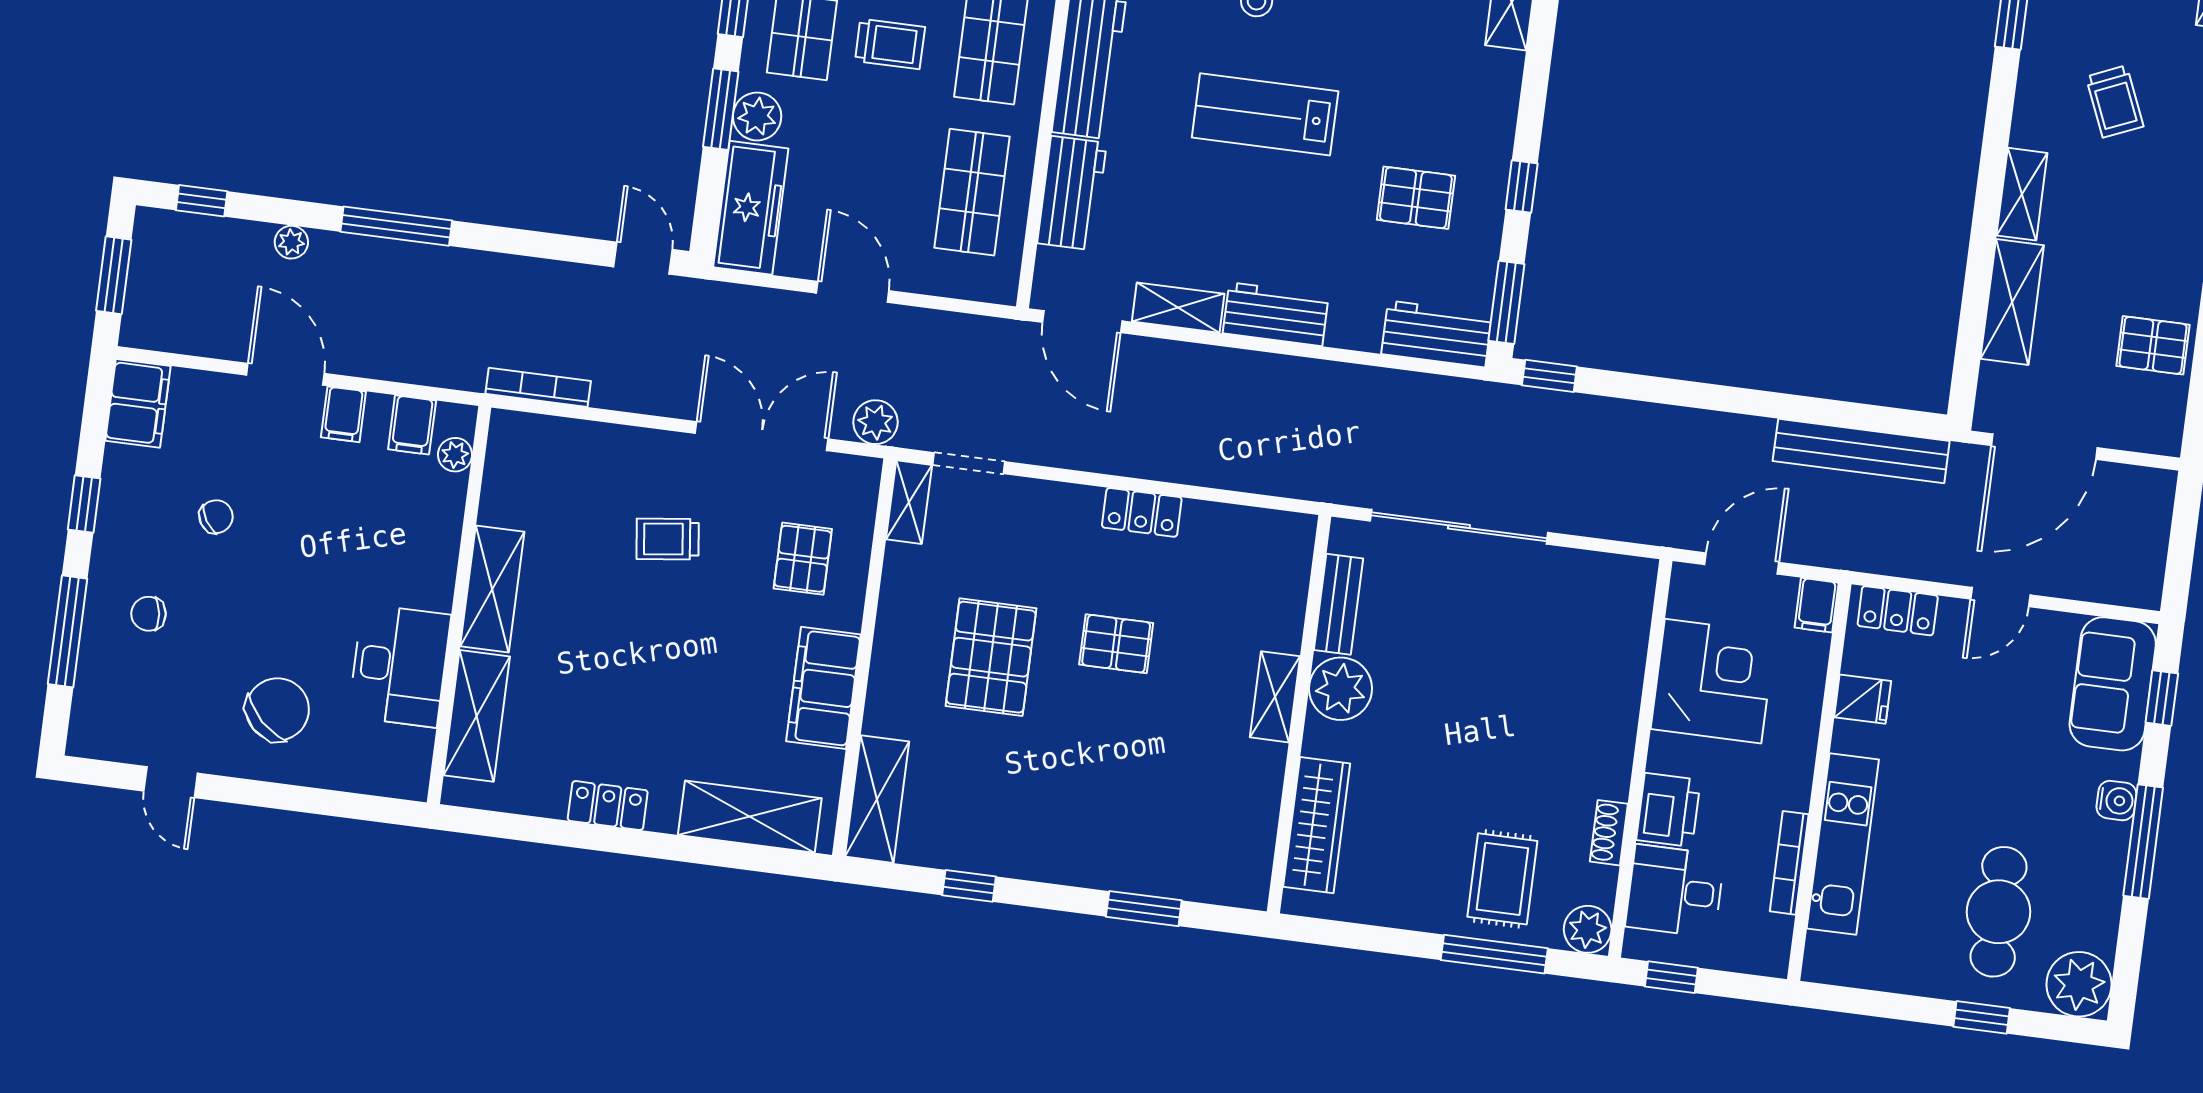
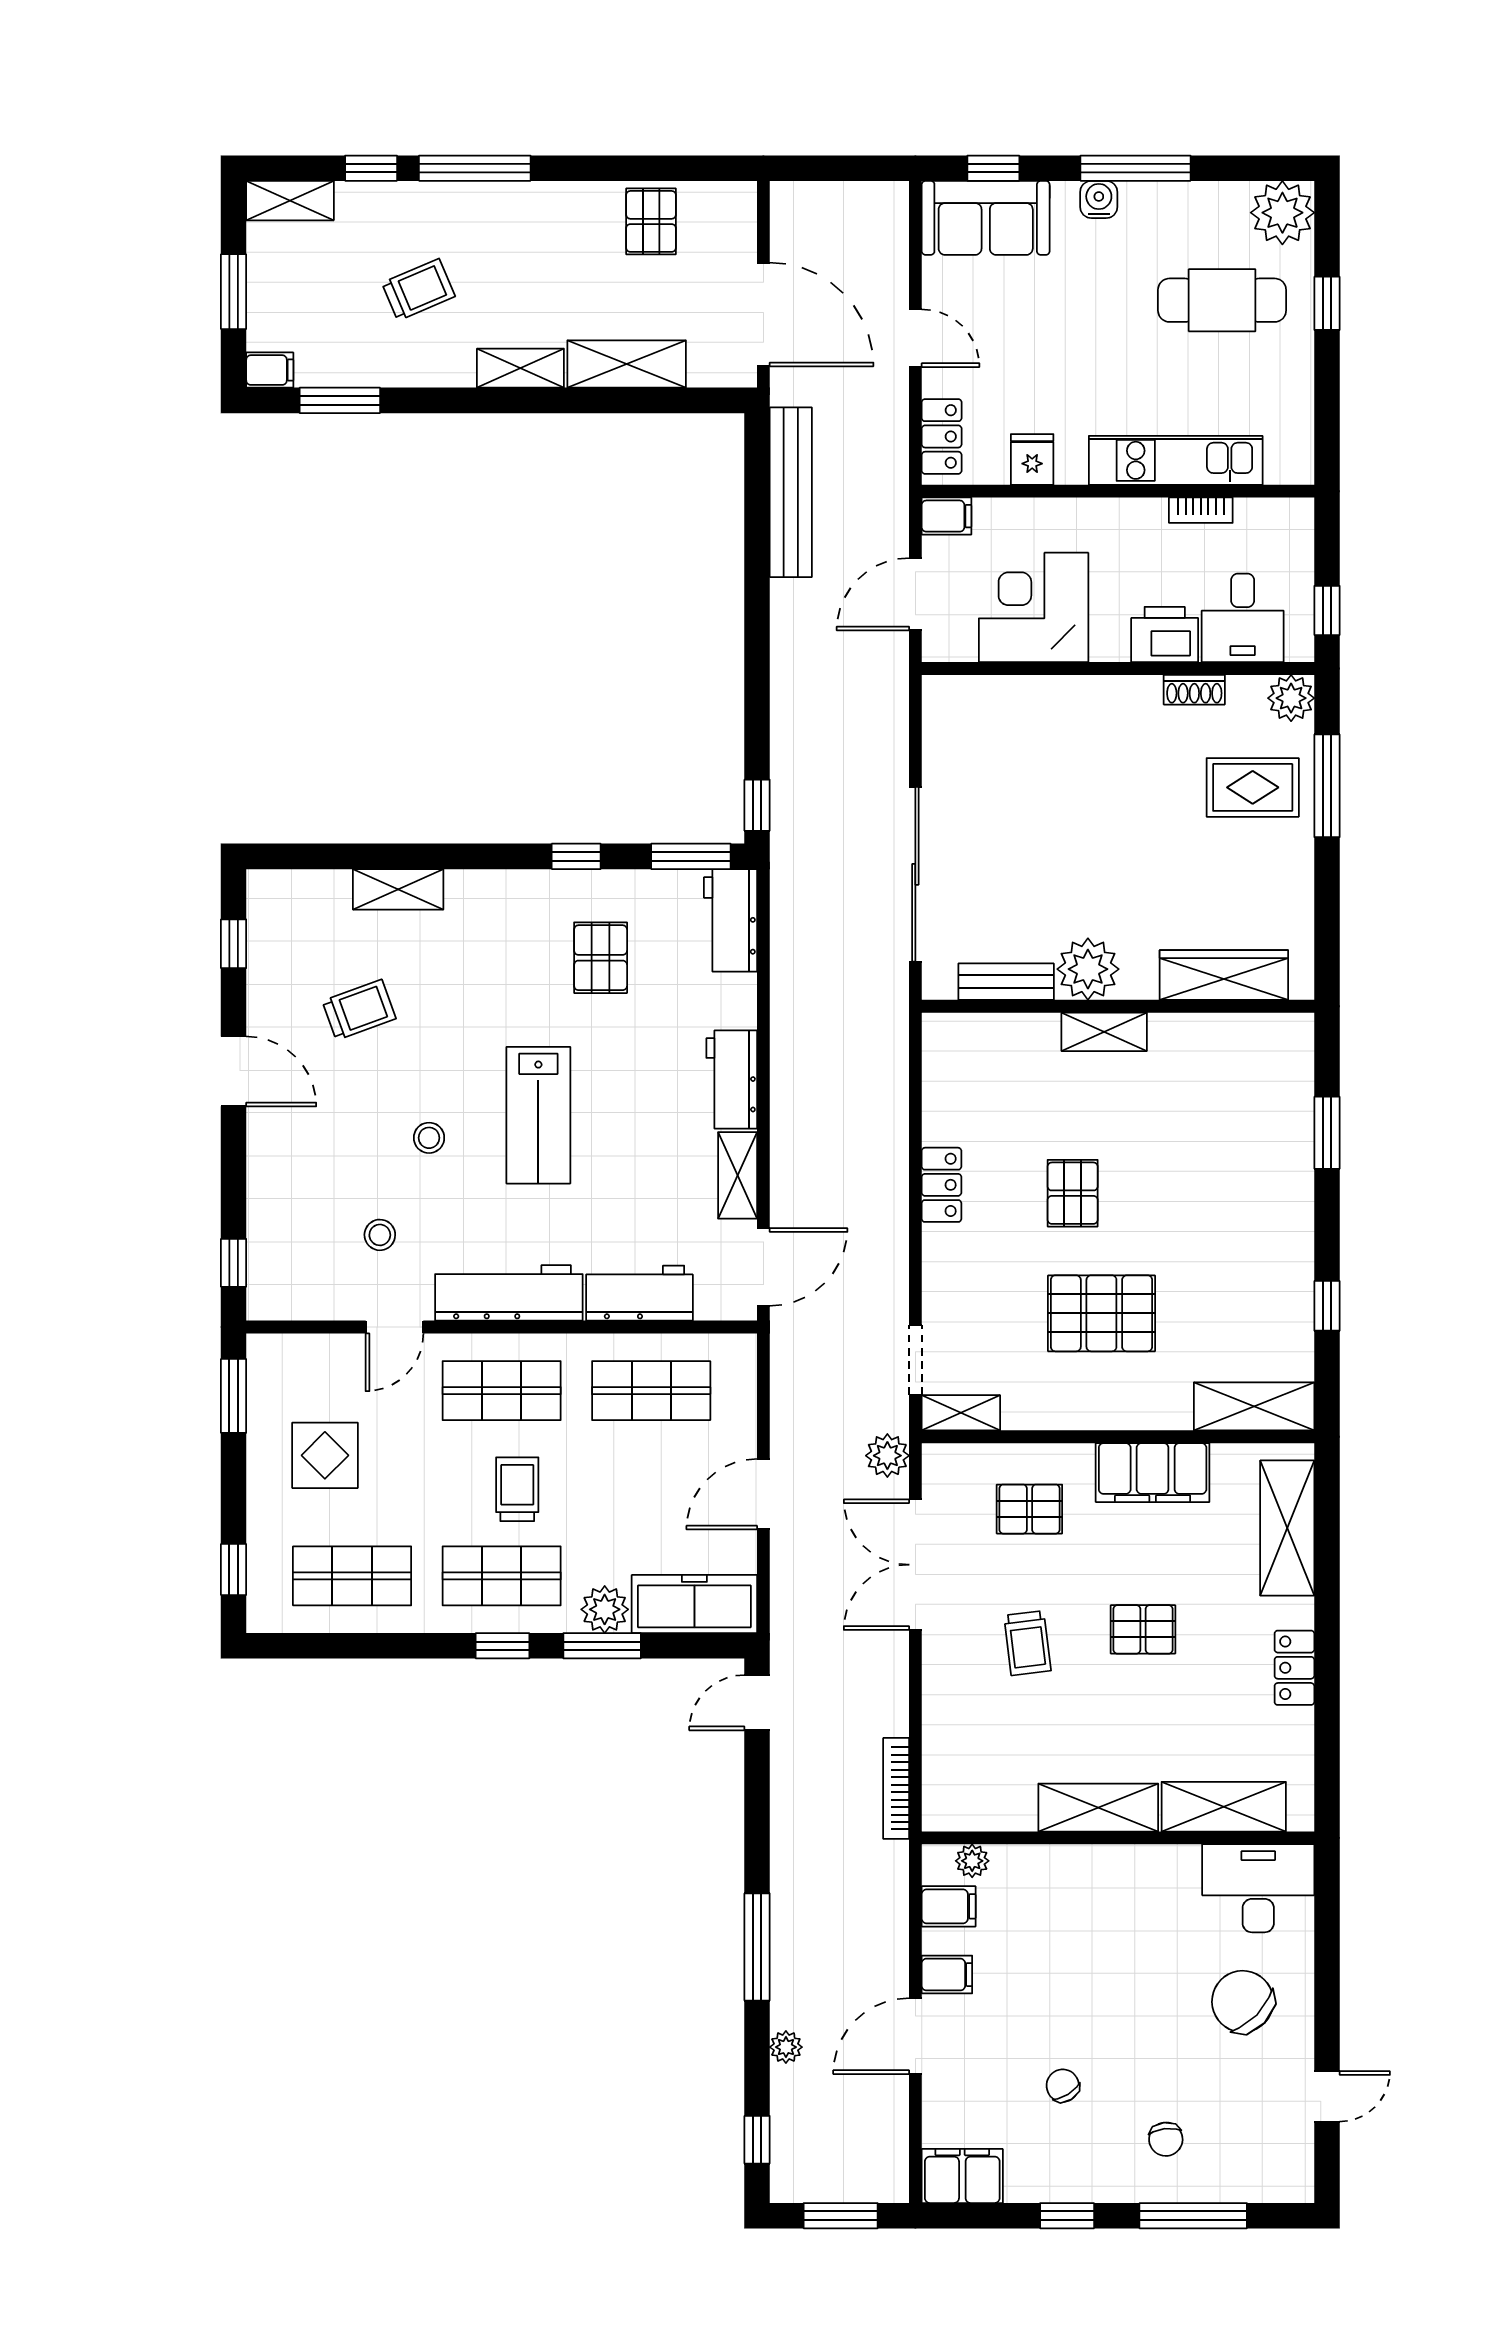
door: (1742, 563) -> (915, 594), hinge flipped
pallet: (666, 658) -> (1143, 1629), added
desk: (399, 666) -> (1258, 1888), moved
bookcase: (1789, 863) -> (1201, 510), width x0.64

